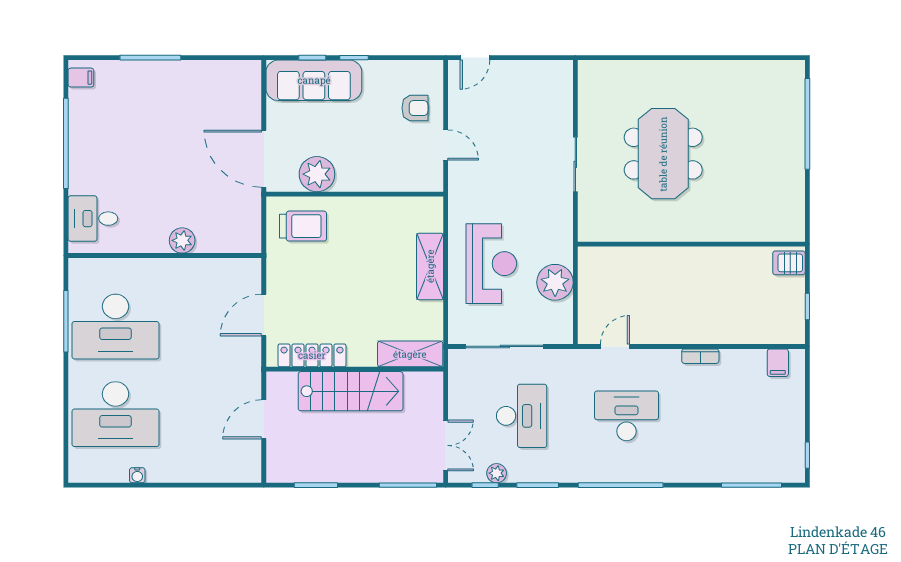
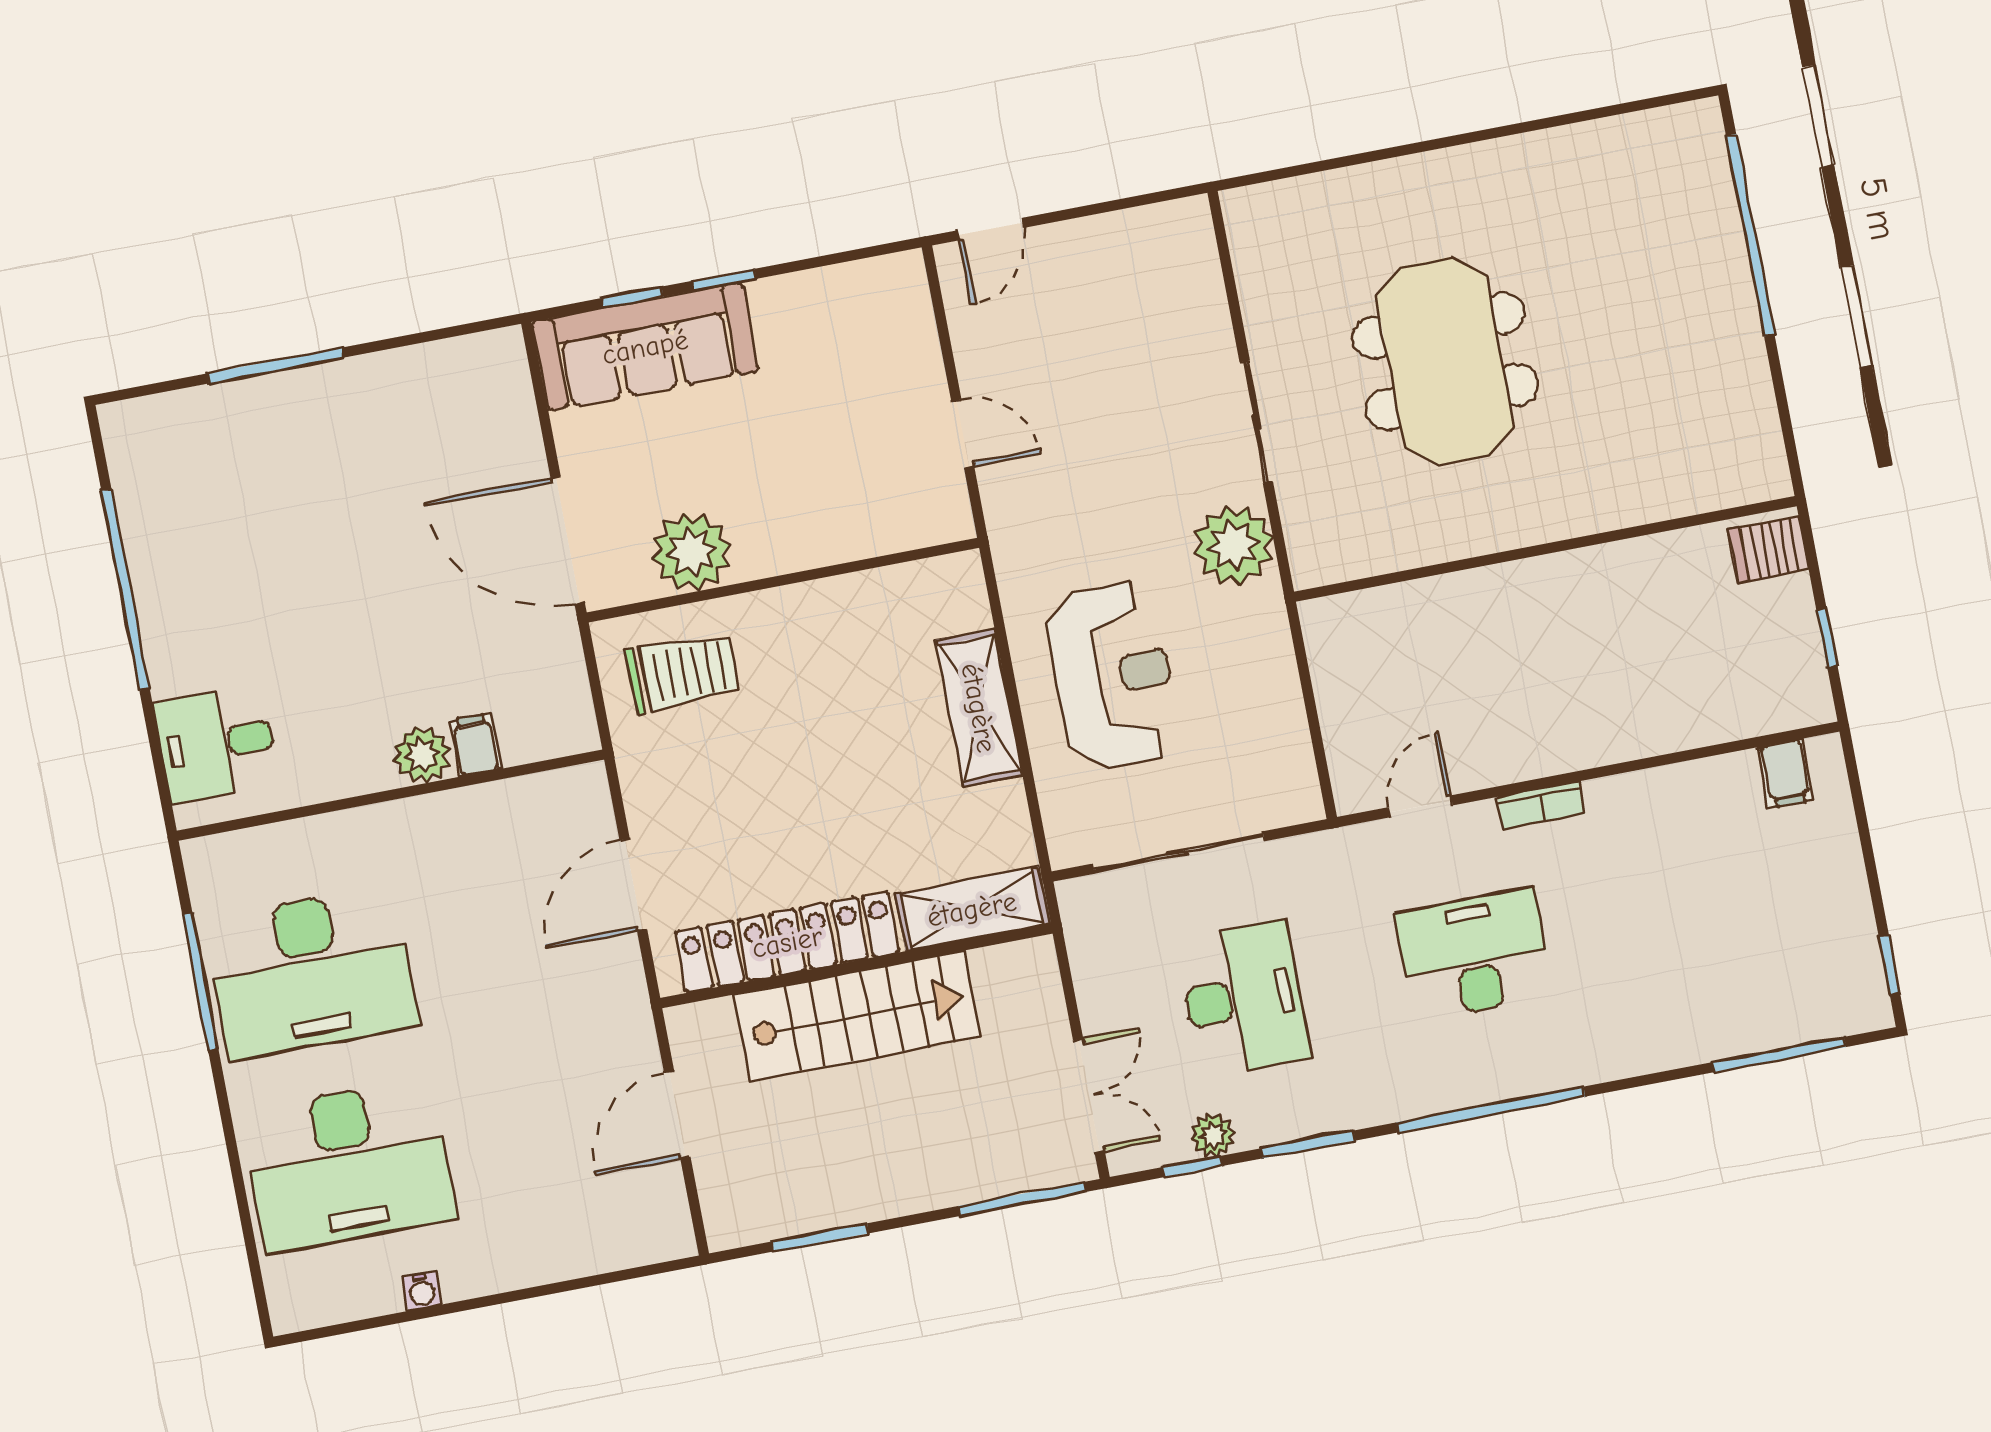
filing cabinet: (81, 78) -> (475, 745), moved, turned -90
armchair: (415, 108) -> (879, 365), removed
plant: (555, 282) -> (1233, 545), moved
locker: (312, 355) -> (787, 942), width x1.41, depth x1.21
bookcase: (700, 356) -> (1541, 805), moved

